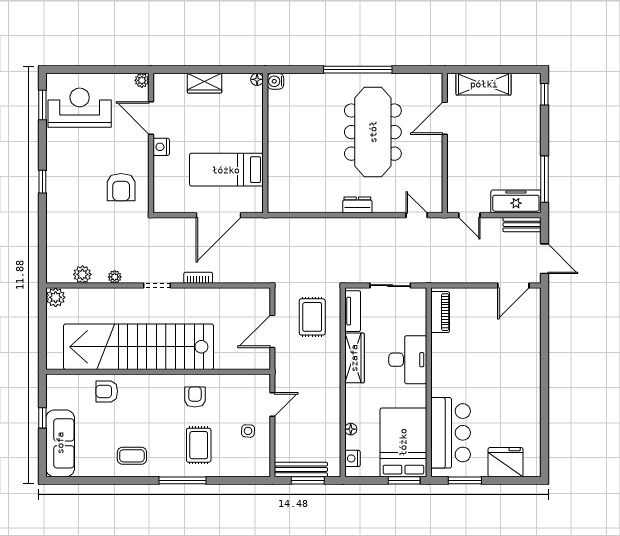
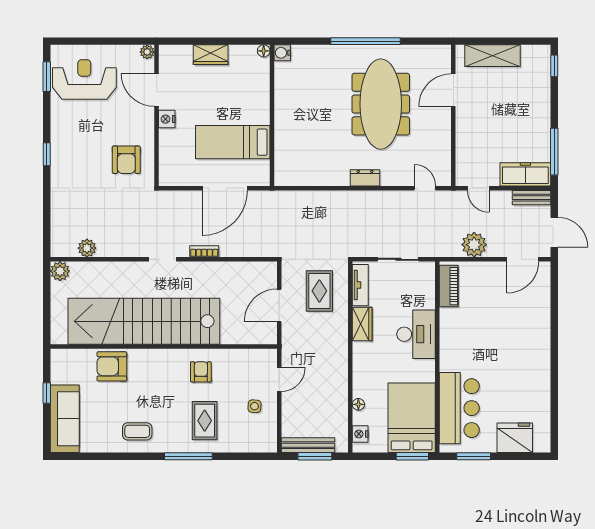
plant: (115, 277) -> (474, 245), moved, width x1.88, depth x1.88
wardrobe: (354, 358) -> (362, 324), width x0.67
armchair: (107, 391) -> (112, 366), width x1.38, depth x1.38

